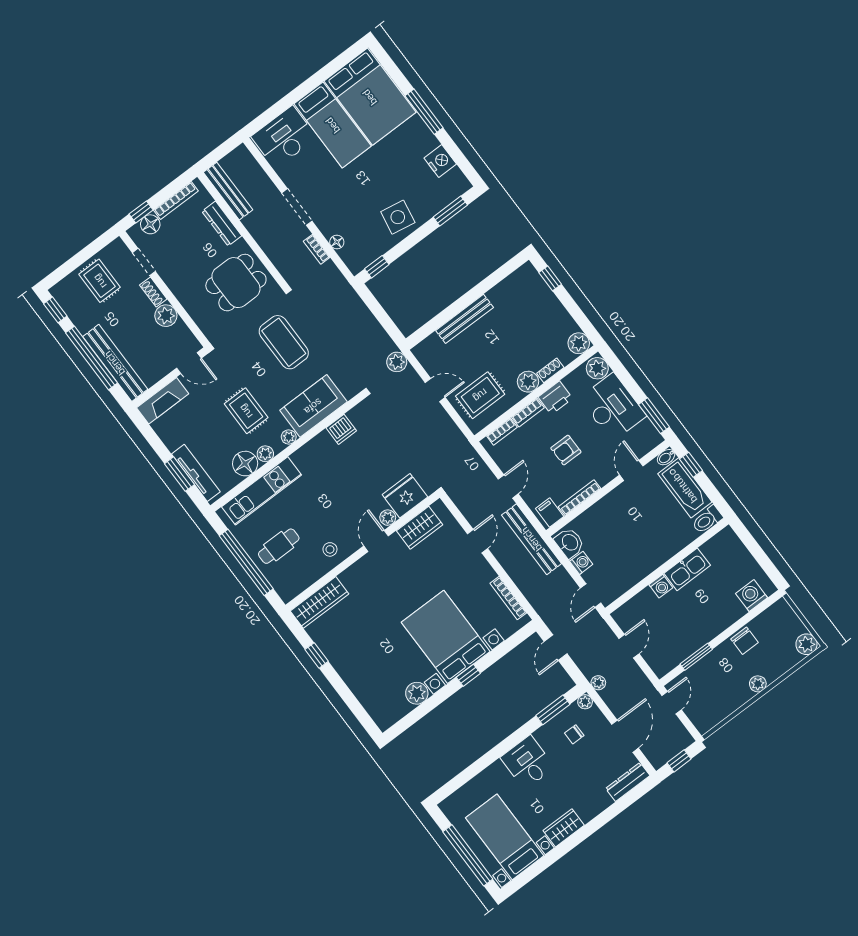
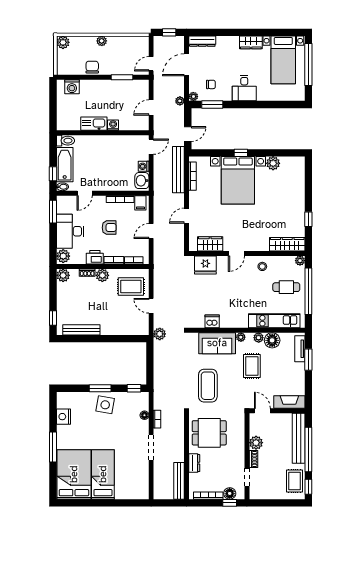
desk: (284, 137) -> (131, 487), removed
window: (450, 211) -> (100, 388), moved
dresser: (222, 224) -> (194, 463), width x0.70
rug: (100, 281) -> (295, 481), moved
bench: (465, 319) -> (81, 330), moved
tv unit: (196, 473) -> (300, 349), width x0.71
plant: (388, 518) -> (300, 261), moved
bench: (532, 539) -> (178, 170), moved

